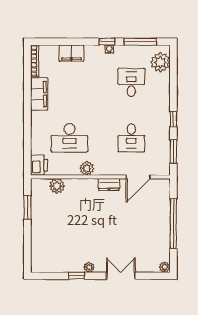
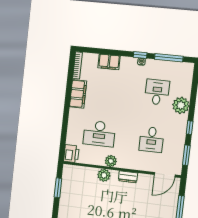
plant: (160, 62) -> (181, 105), moved
door: (138, 177) -> (165, 175), moved
plant: (57, 186) -> (104, 175), moved

